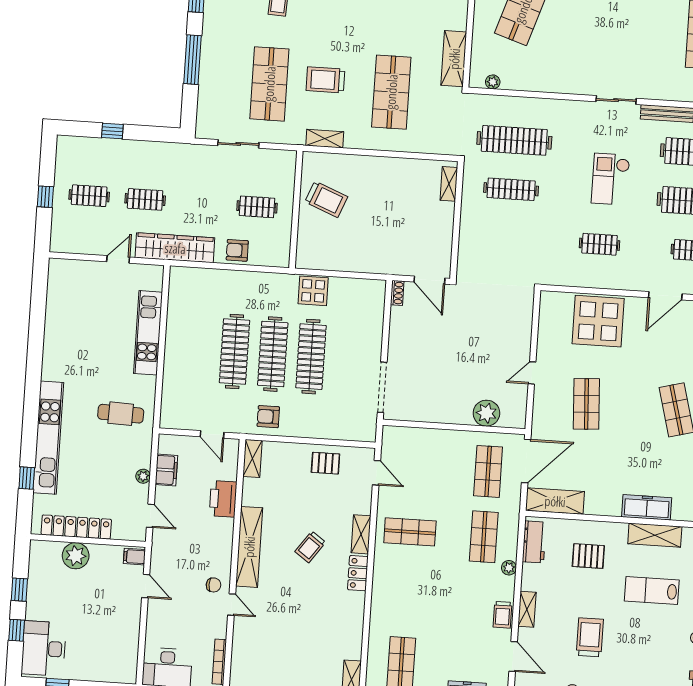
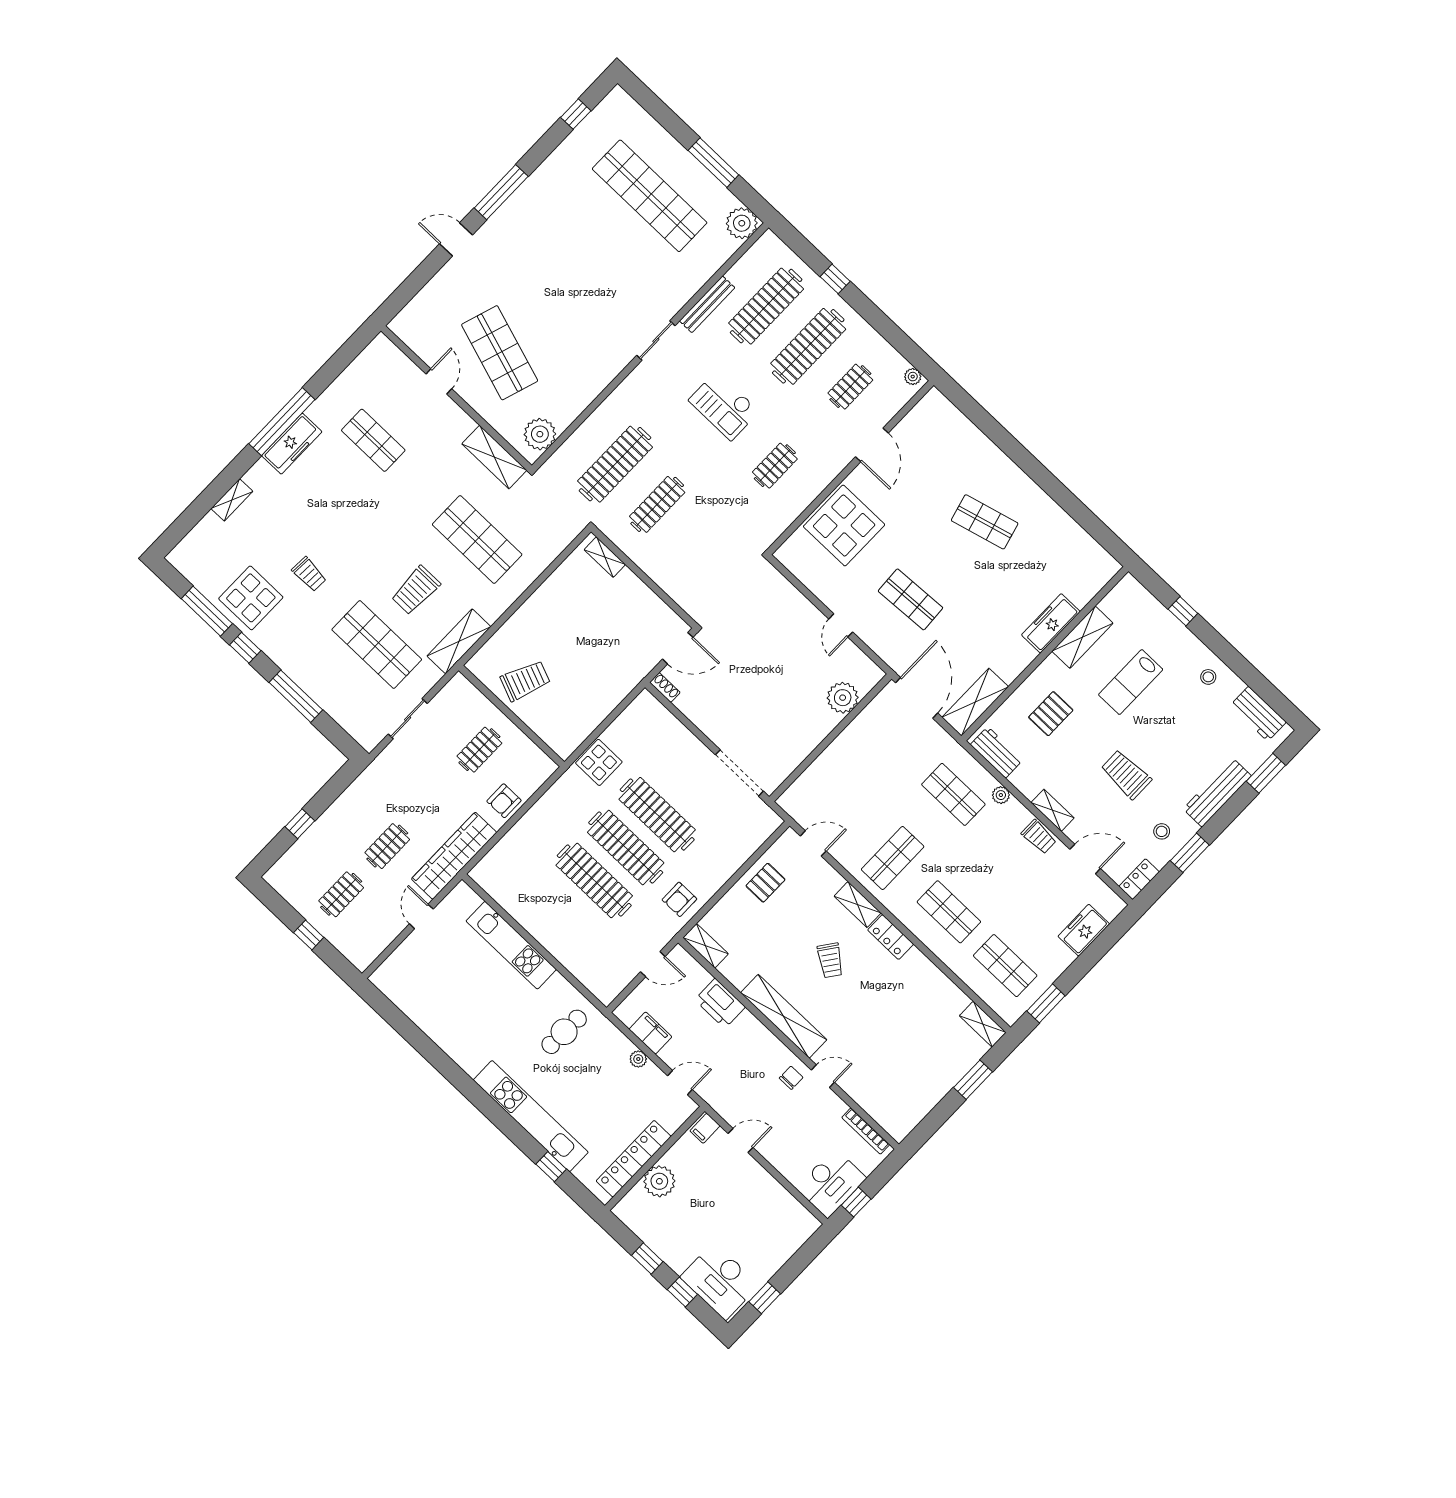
plant: (493, 82) -> (540, 434), width x1.88, depth x1.88
shelving: (325, 139) -> (459, 641), width x1.50, depth x1.33
shop shelf: (488, 471) -> (949, 912), moved

